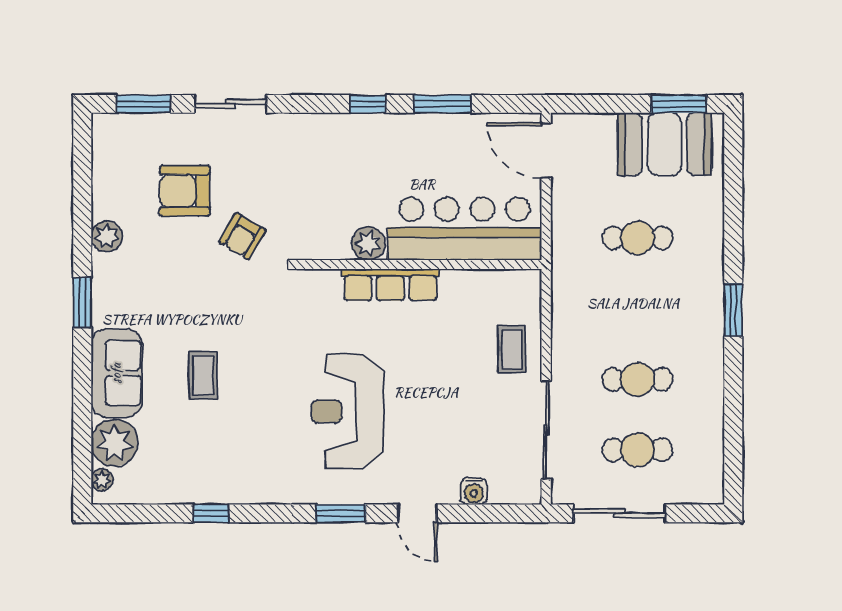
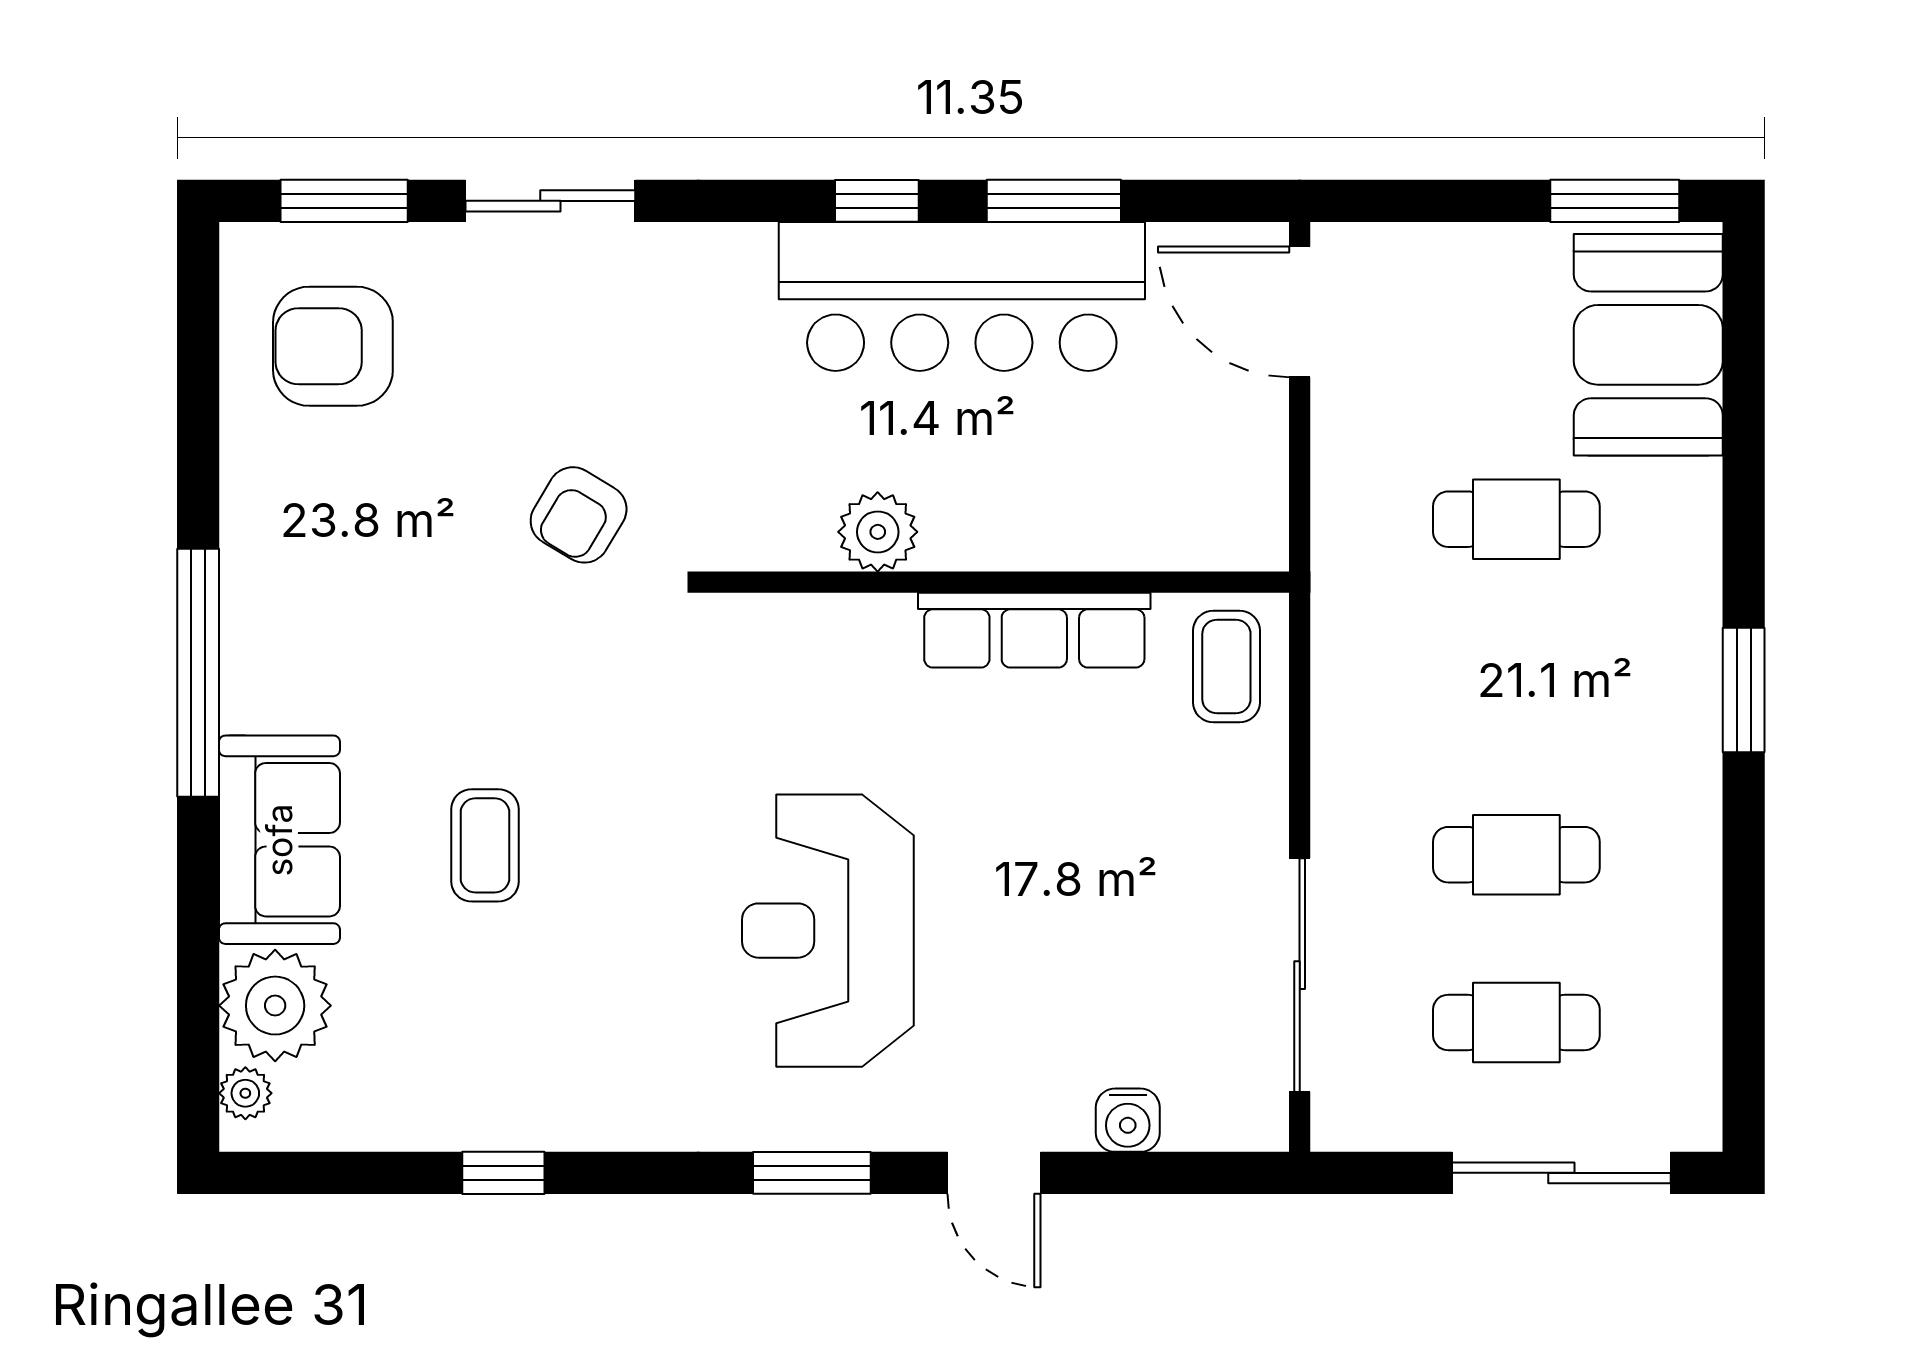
booth: (665, 144) -> (1648, 345), moved, turned 90
armchair: (185, 191) -> (333, 346), moved
bar counter: (465, 229) -> (962, 296), moved, turned 180
plant: (107, 236) -> (256, 515), removed
row of seats: (390, 285) -> (1034, 630), moved
window: (82, 303) -> (198, 673), width x2.11
coffee table: (512, 349) -> (1226, 666), moved
sliding door: (619, 513) -> (1561, 1173), moved

